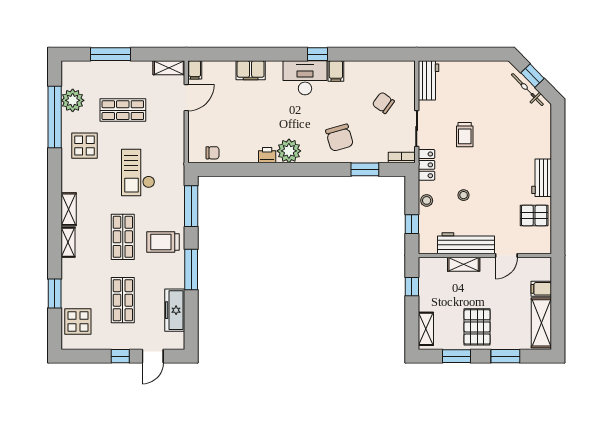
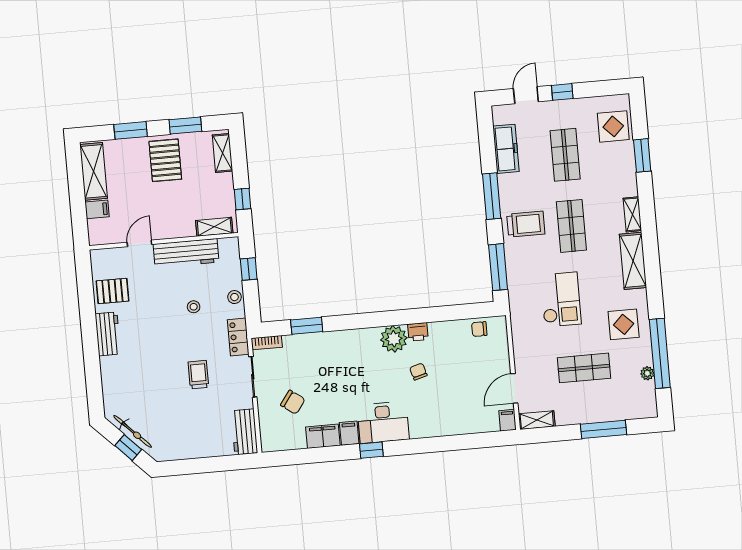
filing cabinet: (251, 70) -> (323, 436), moved
plant: (73, 100) -> (647, 373), width x0.53, depth x0.53
chair: (339, 138) -> (418, 372), moved, width x0.54, depth x0.54
shelving: (69, 209) -> (633, 261), width x1.50, depth x1.33
shelving: (464, 264) -> (214, 227), moved

